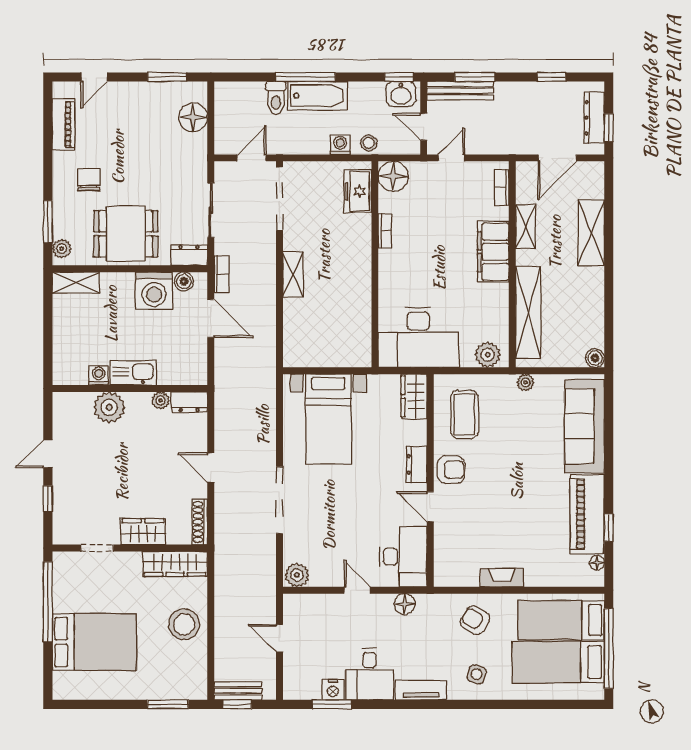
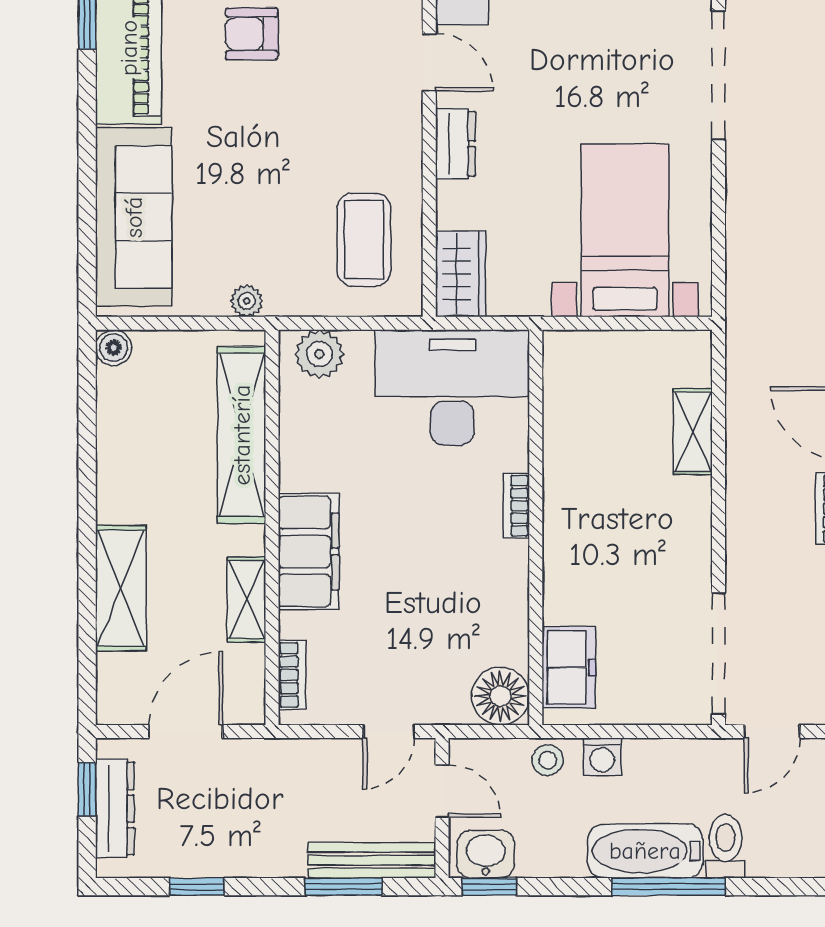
bookcase: (385, 231) -> (516, 506), moved
shelving: (293, 274) -> (693, 432), moved
armchair: (451, 470) -> (252, 34), moved

